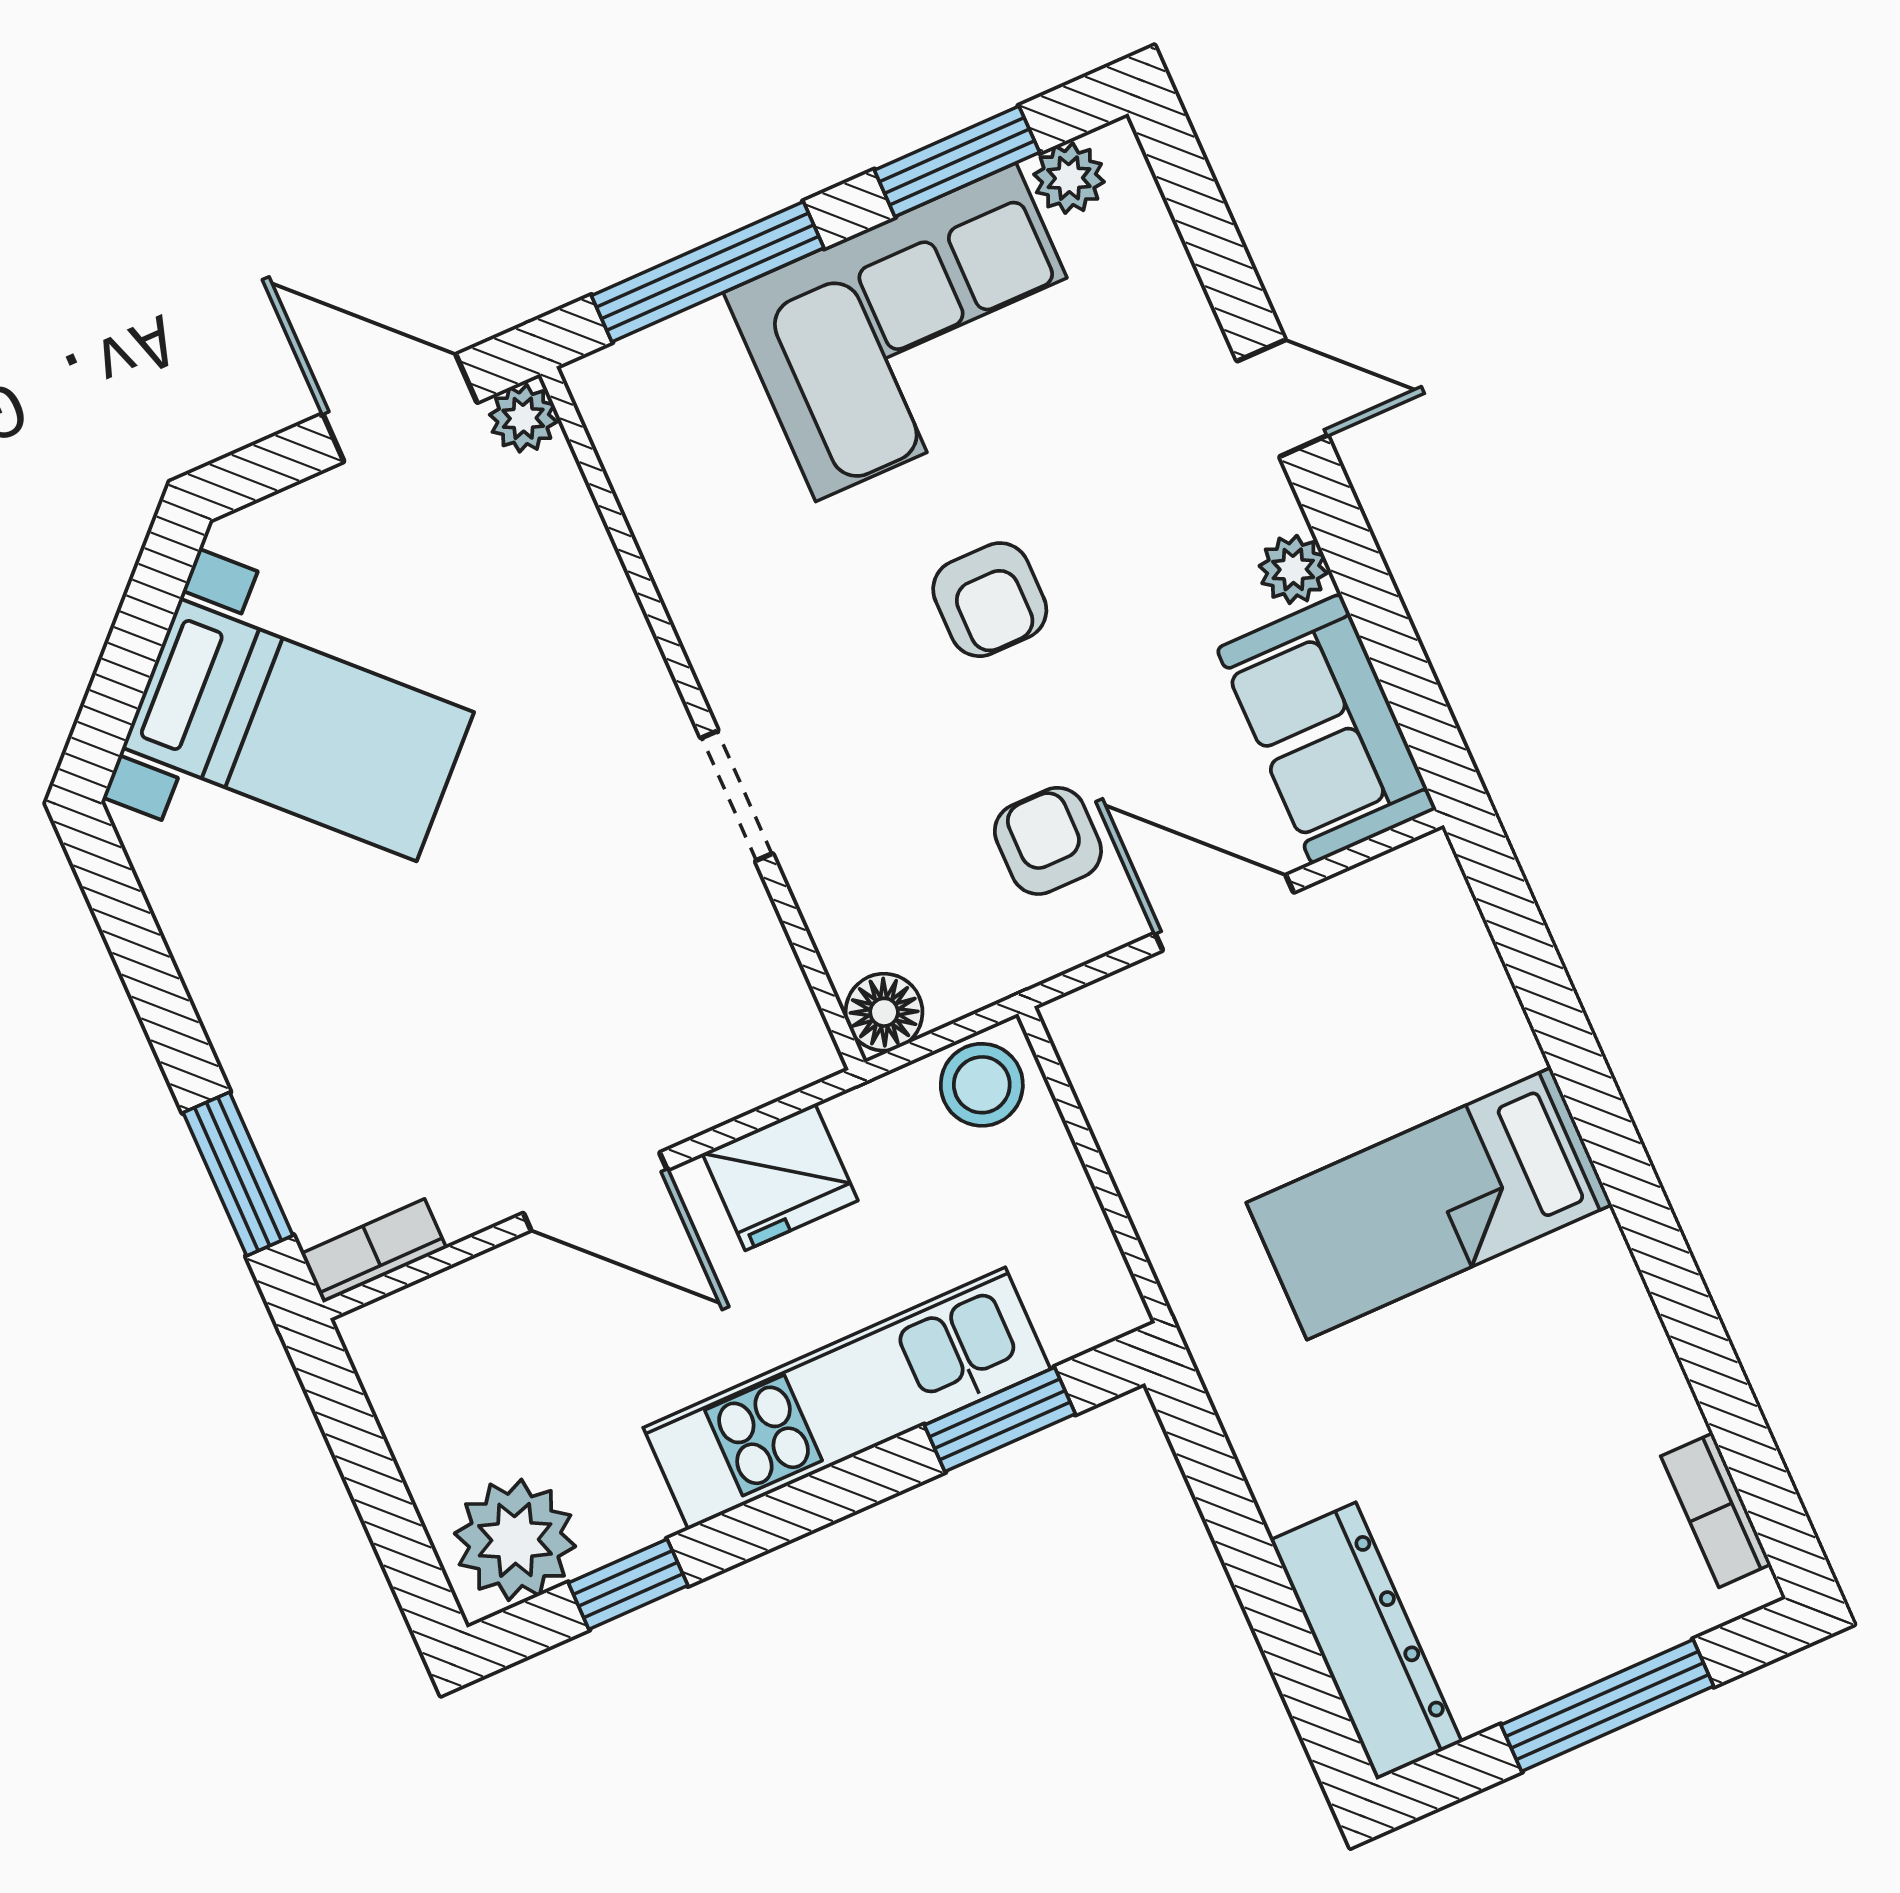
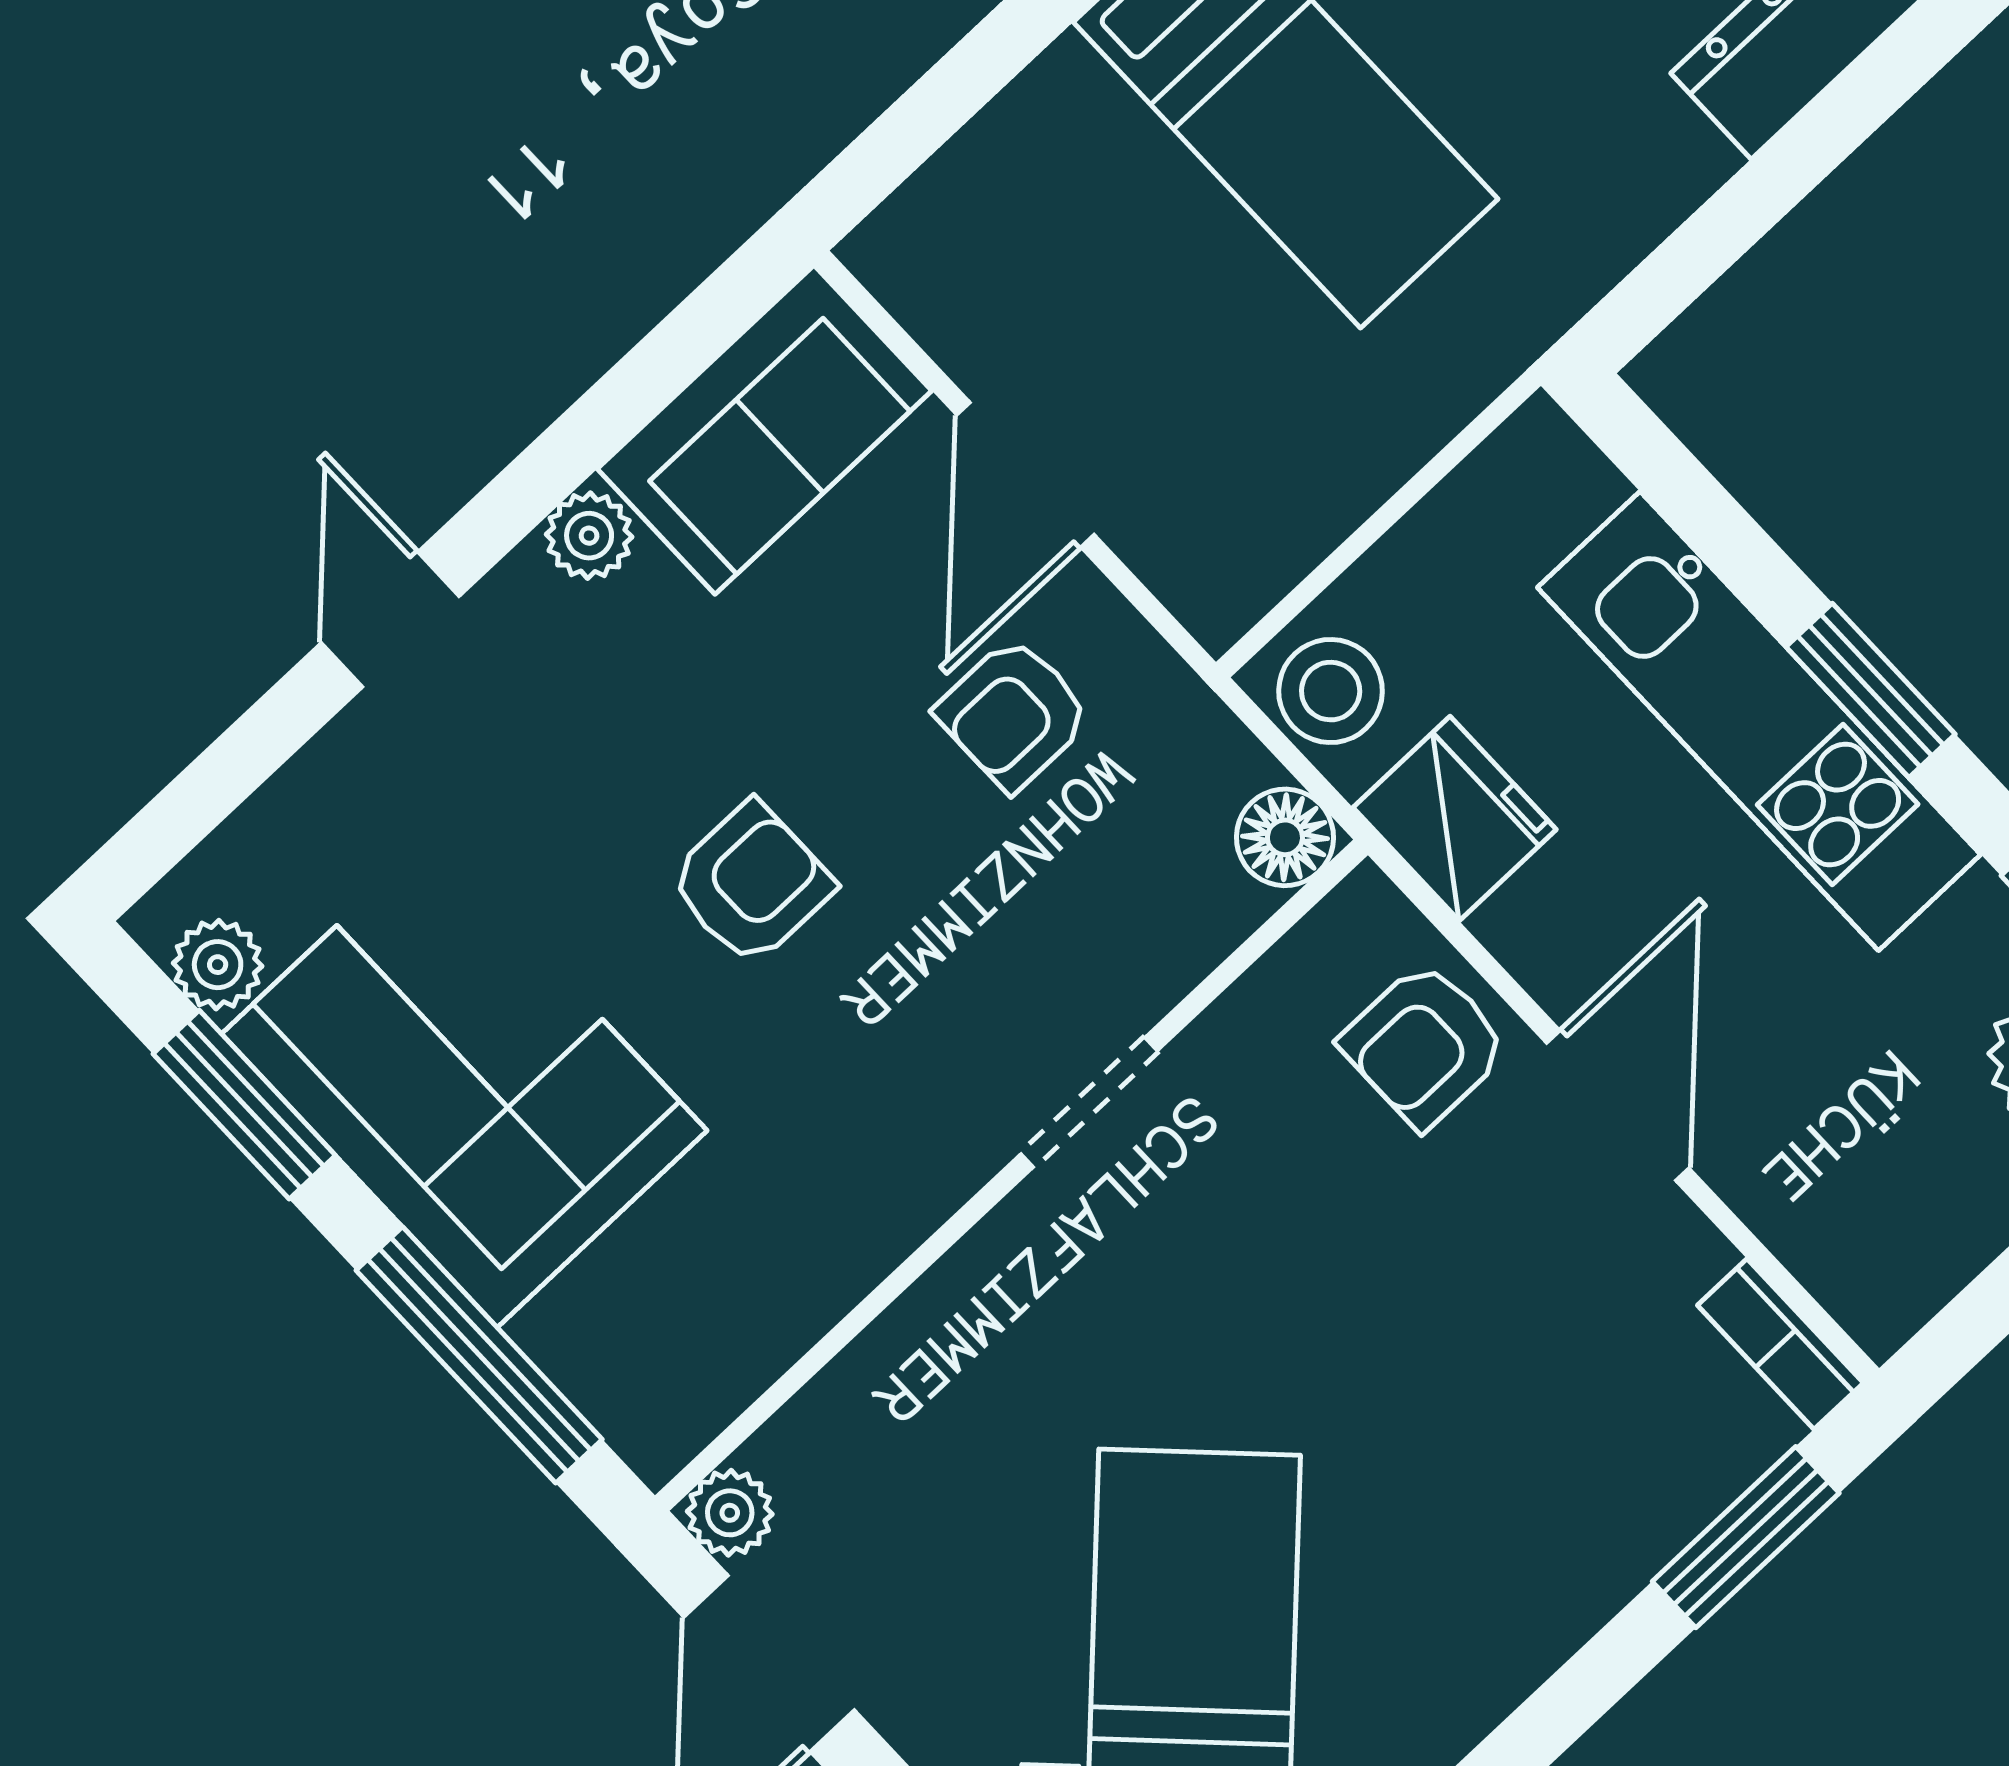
armchair: (692, 1062) -> (1424, 1045), added
fridge: (780, 1177) -> (1455, 819), moved
window: (1000, 1419) -> (1871, 690), moved

